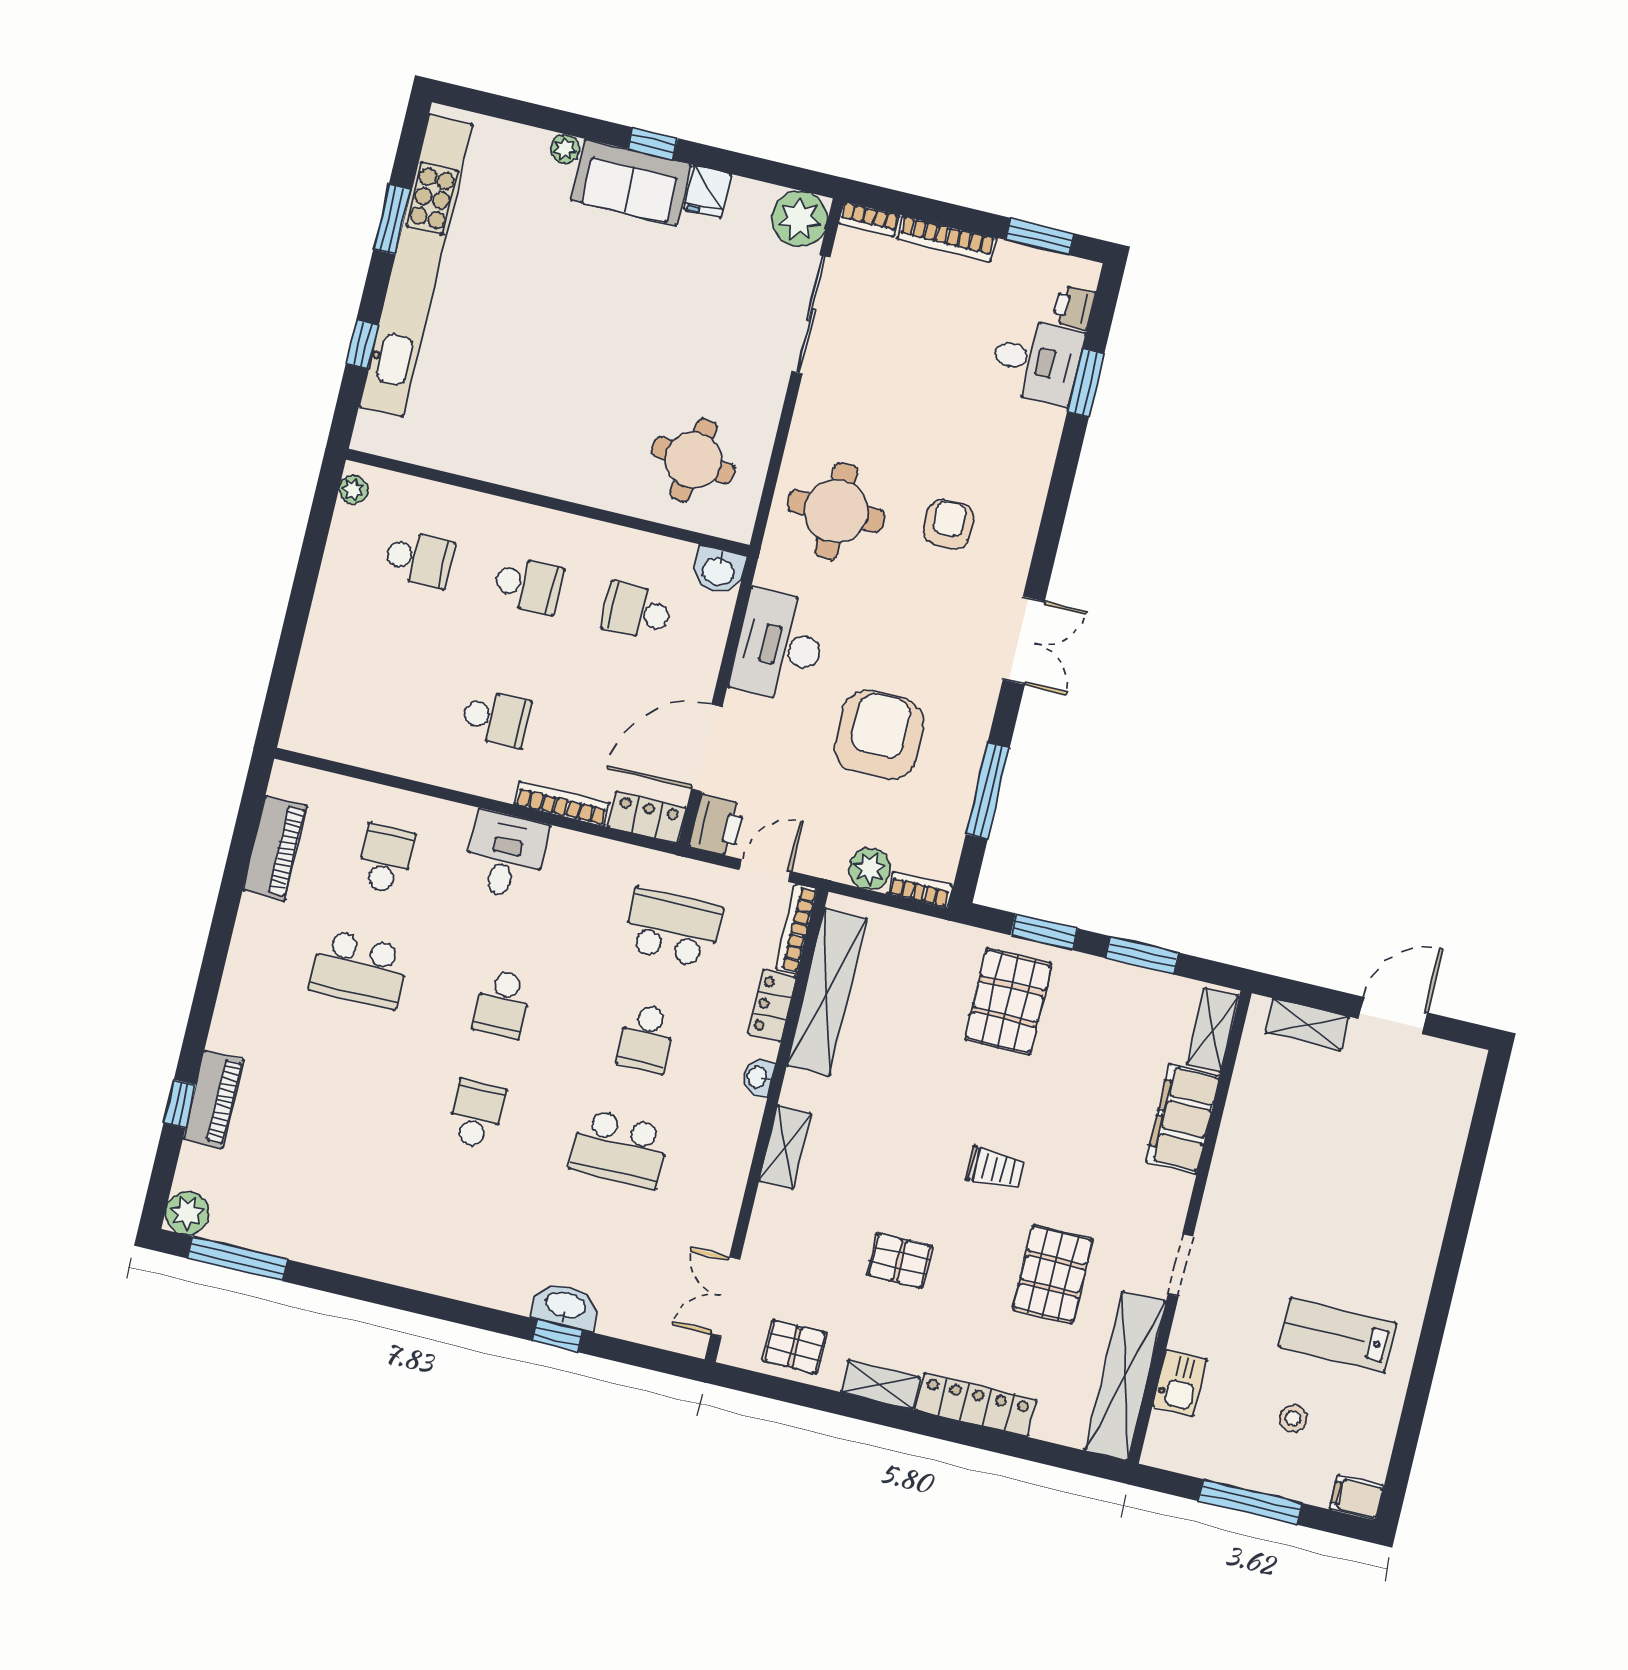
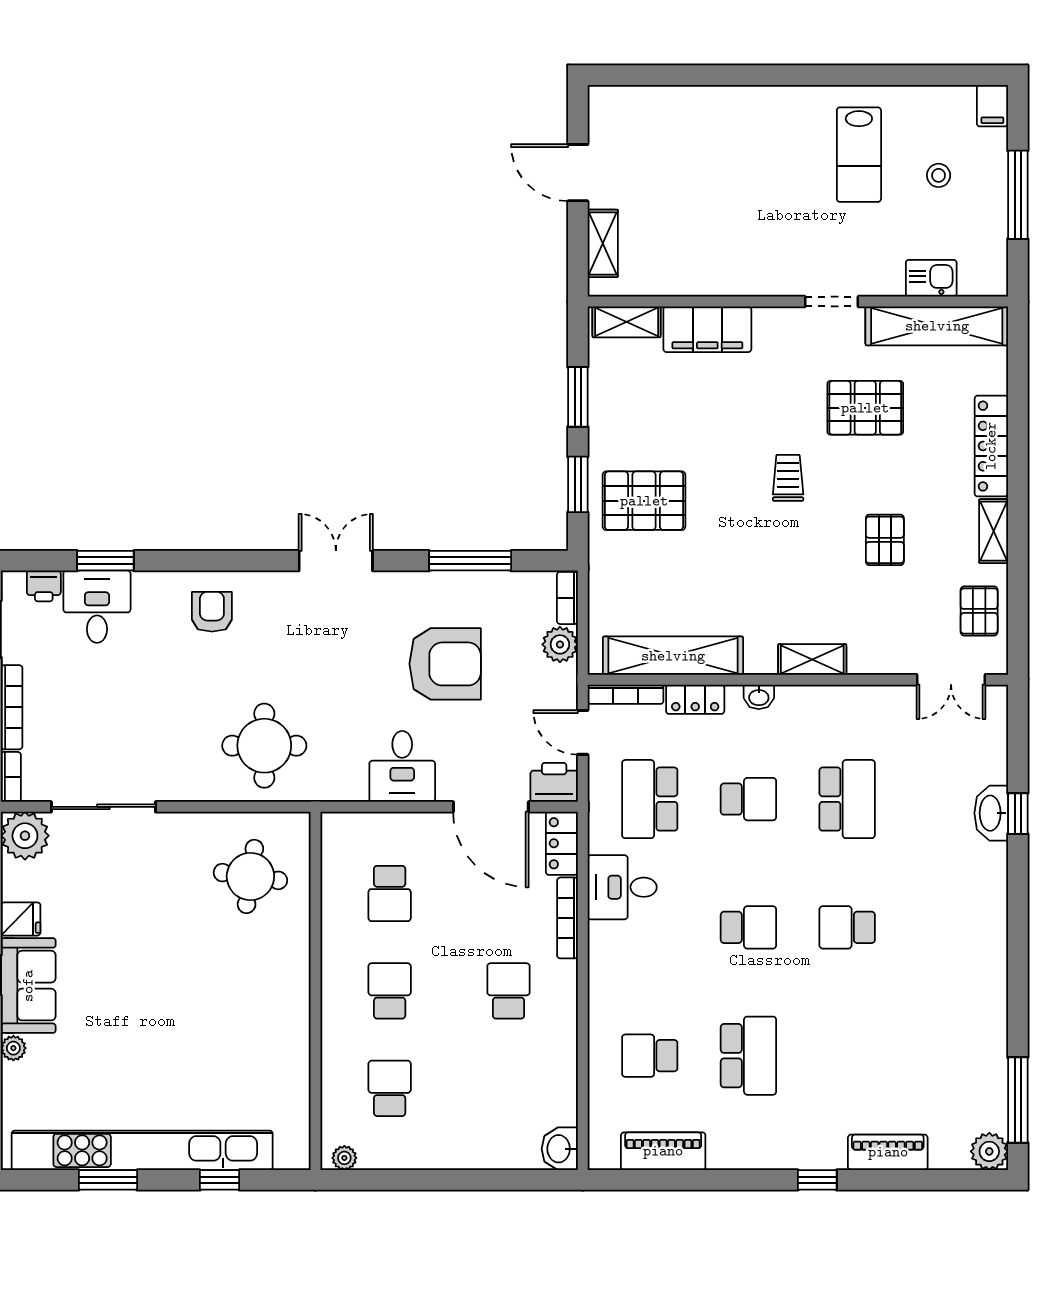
armchair: (948, 524) -> (212, 612), moved, turned 90
washbasin: (718, 570) -> (560, 1149), moved, turned 180
desk: (779, 646) -> (402, 766), width x0.73
armchair: (879, 735) -> (445, 664), turned 180
desk: (506, 855) -> (622, 887), moved
window: (180, 1104) -> (817, 1180), moved

